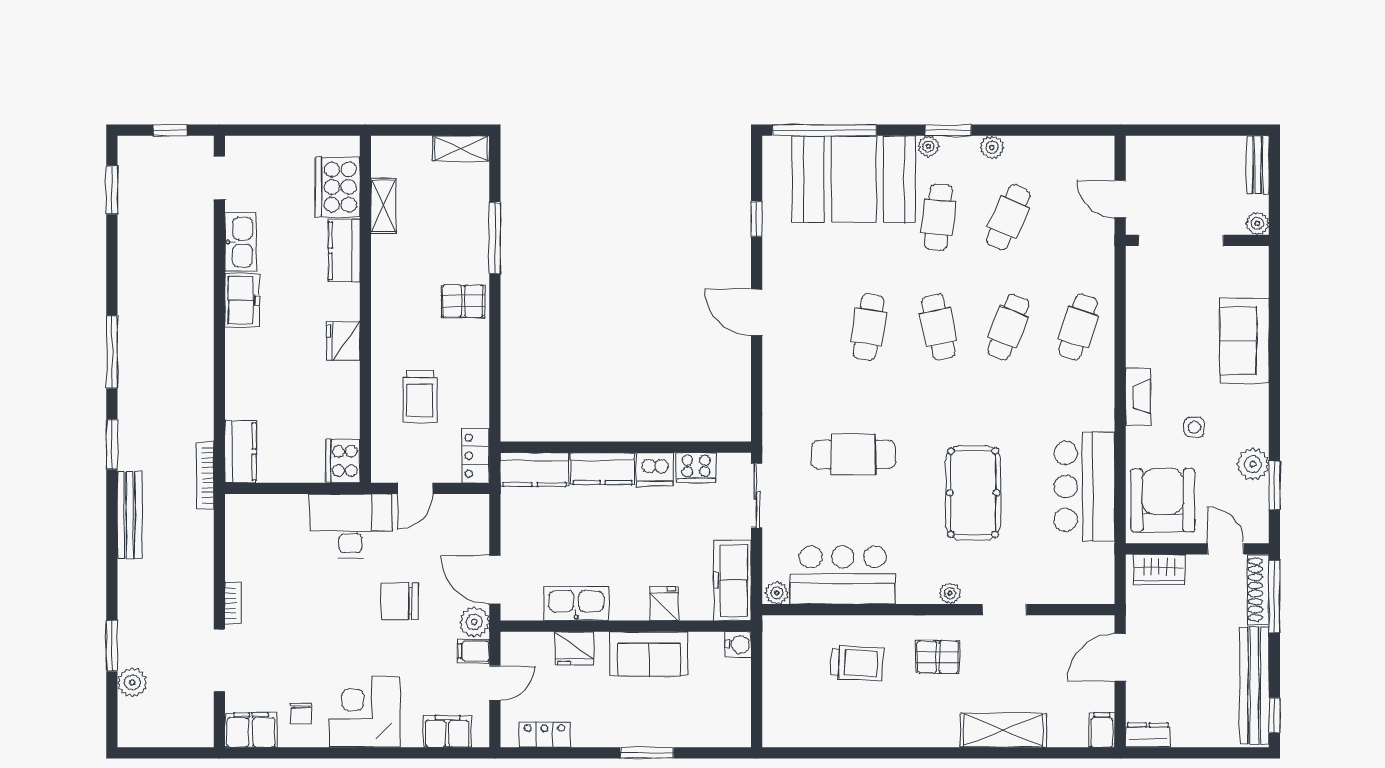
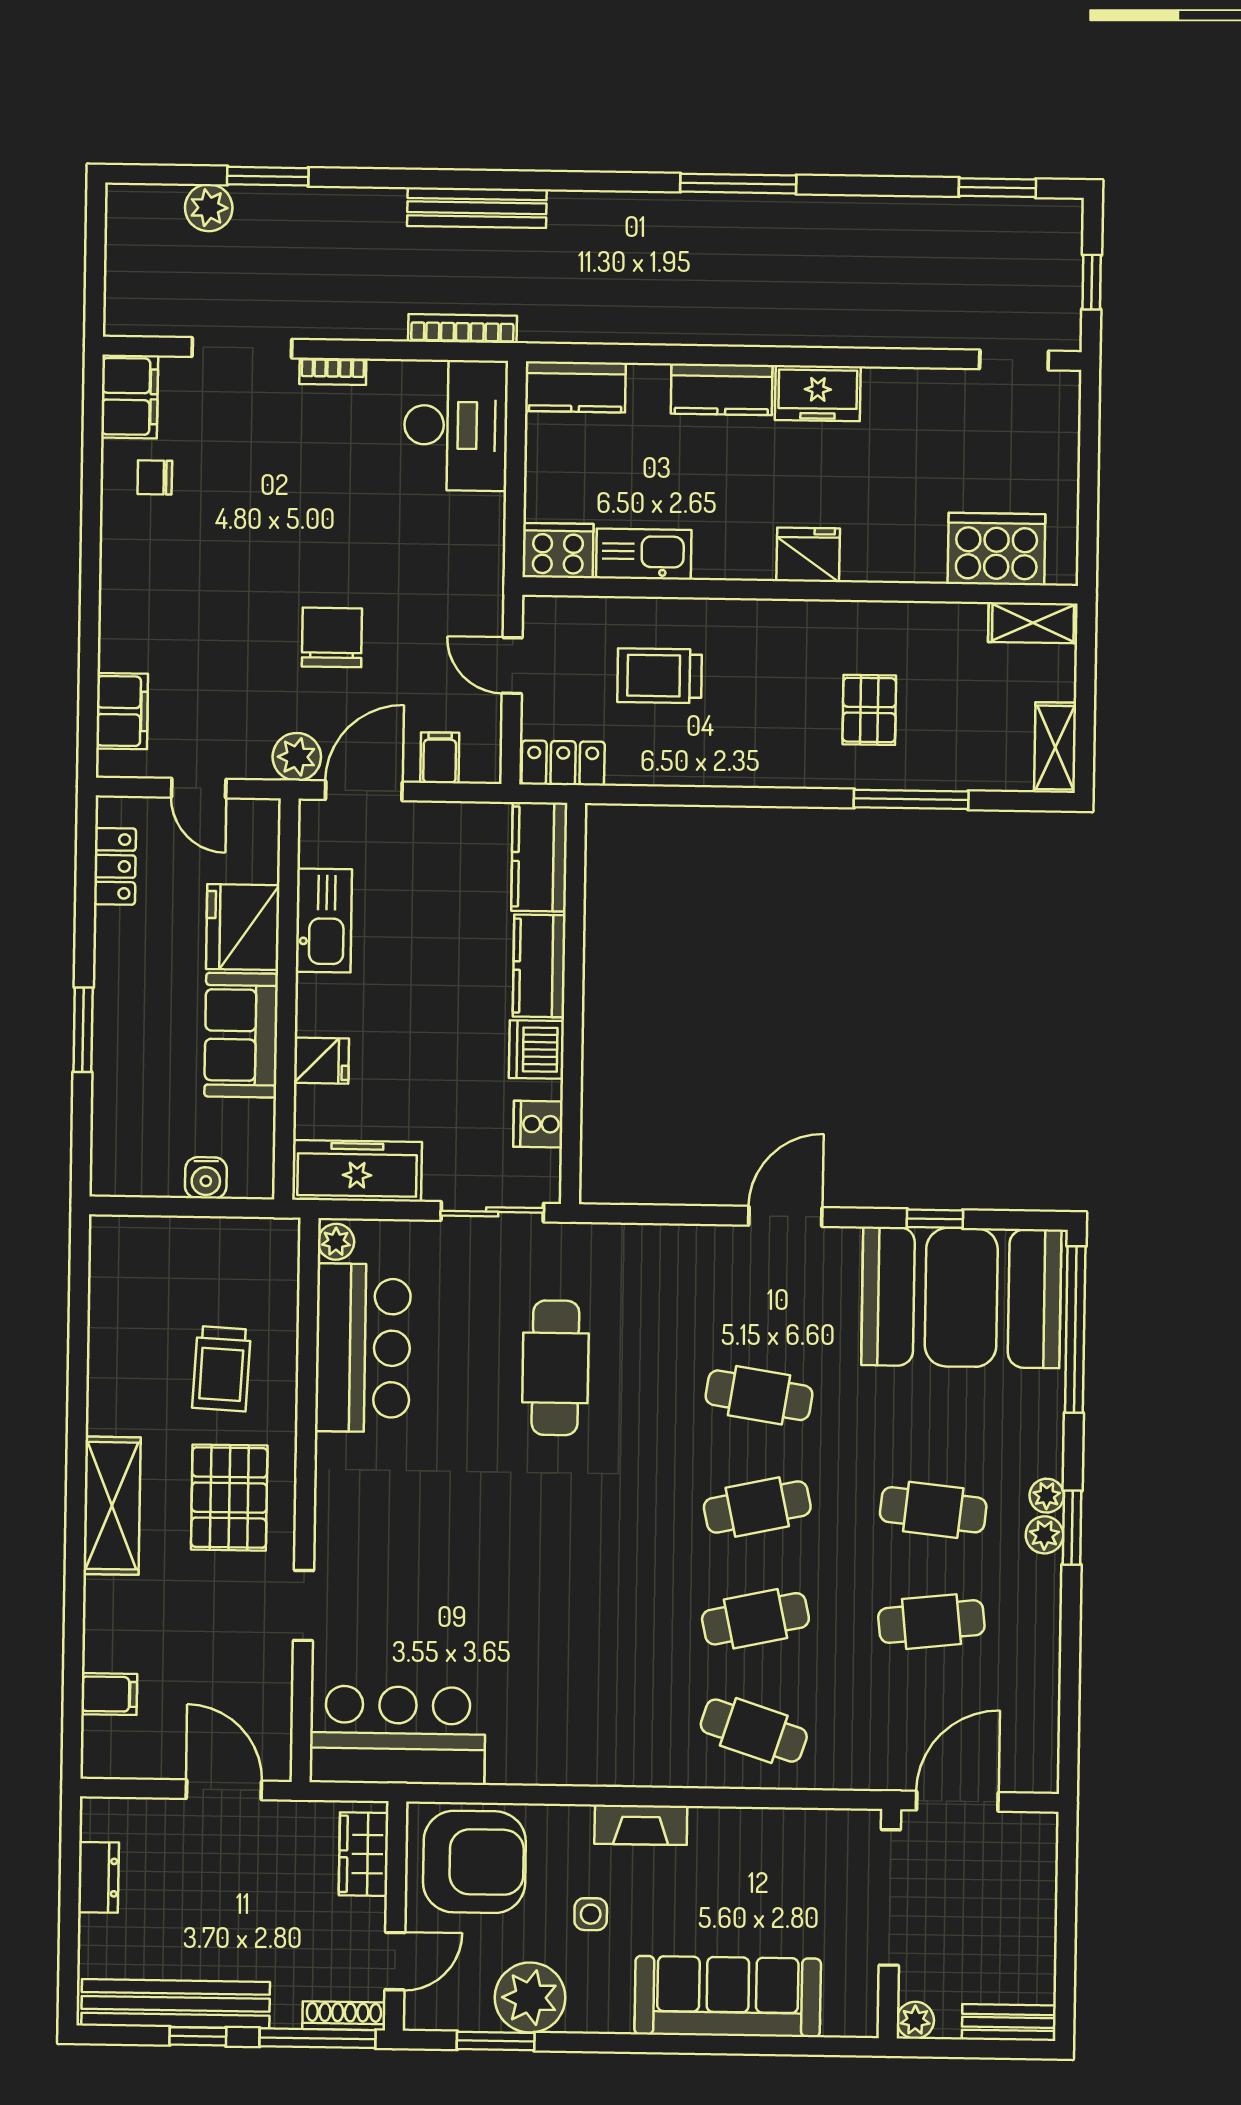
plant: (992, 147) -> (1044, 1535), moved
booth: (854, 179) -> (961, 1297), moved, turned 90
door: (1120, 199) -> (957, 1801), width x1.38
shelving: (383, 206) -> (1033, 623), moved
cafe table: (1008, 217) -> (931, 1622), turned -30
kitchen sink: (240, 242) -> (644, 554), moved, turned 180
kitchen counter: (344, 251) -> (722, 389), moved, turned 180
pallet: (463, 301) -> (869, 710), moved
cafe table: (1008, 327) -> (755, 1619), turned -33
fridge: (343, 341) -> (808, 555), moved
sofa: (1244, 341) -> (728, 1996), width x1.36
window: (112, 444) -> (590, 181), removed
plant: (1253, 464) -> (530, 1998), width x1.36, depth x1.36
cooker: (696, 468) -> (538, 1124), width x0.73
bookcase: (205, 475) -> (462, 329), moved
bar counter: (1084, 486) -> (398, 1735), moved
pool table: (973, 493) -> (491, 1559), removed
desk: (351, 526) -> (456, 425), moved
shoe rack: (1258, 590) -> (344, 2016), width x0.74, depth x0.81
plant: (950, 593) -> (331, 1519), removed
water cooler: (738, 645) -> (206, 1178), moved
fridge: (574, 648) -> (243, 927), width x1.36, depth x1.34
filing cabinet: (473, 651) -> (440, 758), moved
pallet: (938, 657) -> (229, 1498), width x1.50, depth x1.42
corner desk: (365, 712) -> (156, 579), removed
window: (1274, 715) -> (198, 2036), moved
shelving: (1003, 730) -> (112, 1506), moved
filing cabinet: (1102, 730) -> (109, 1694), moved
dresser: (1148, 735) -> (98, 1877), moved

